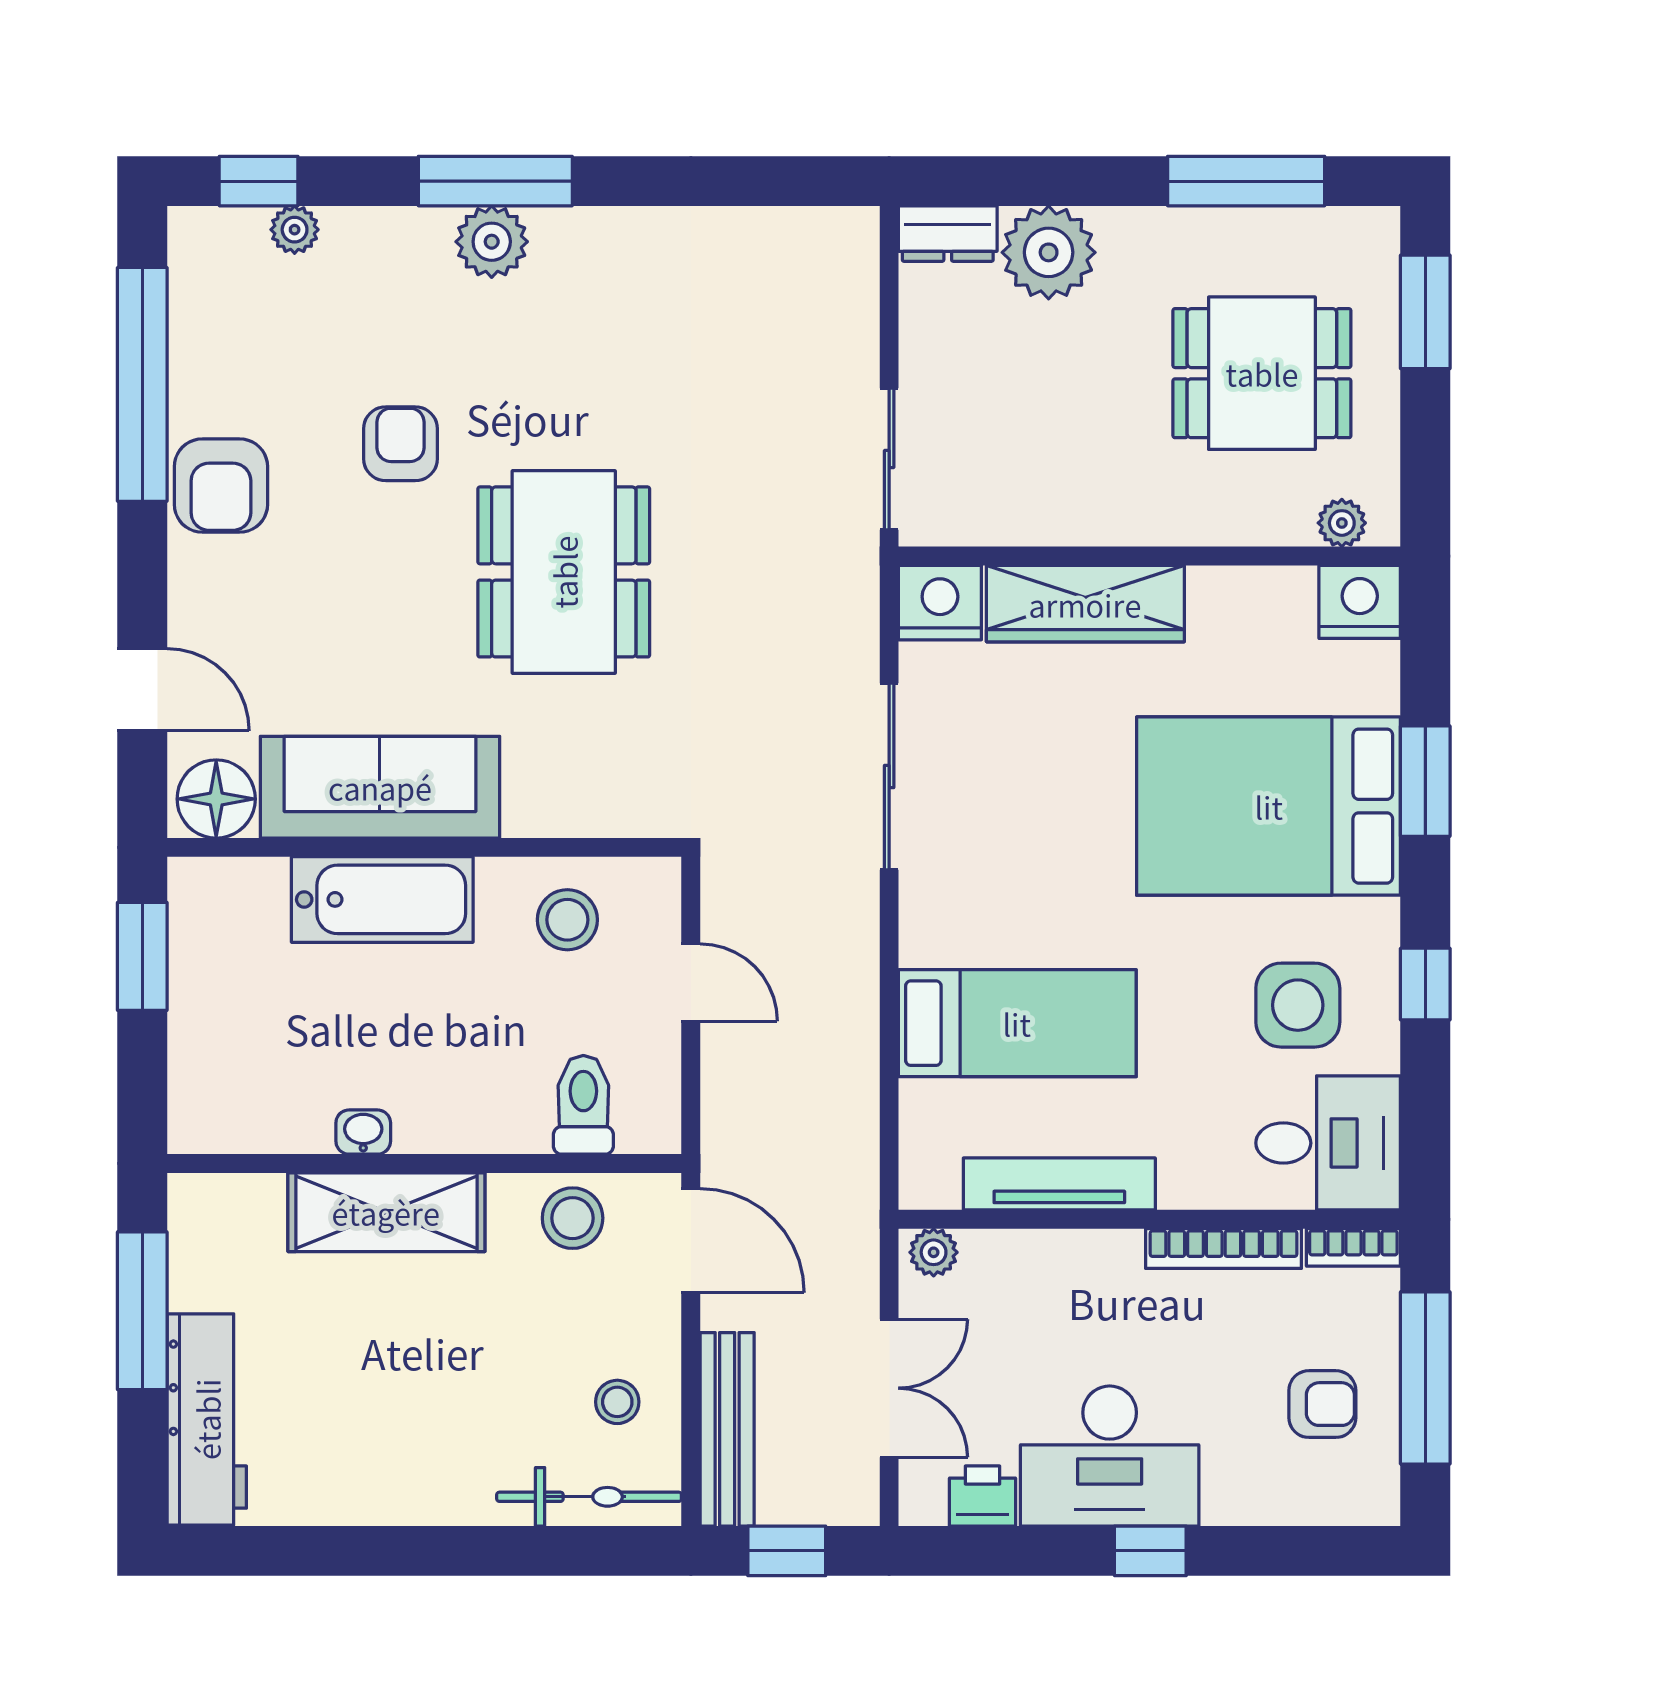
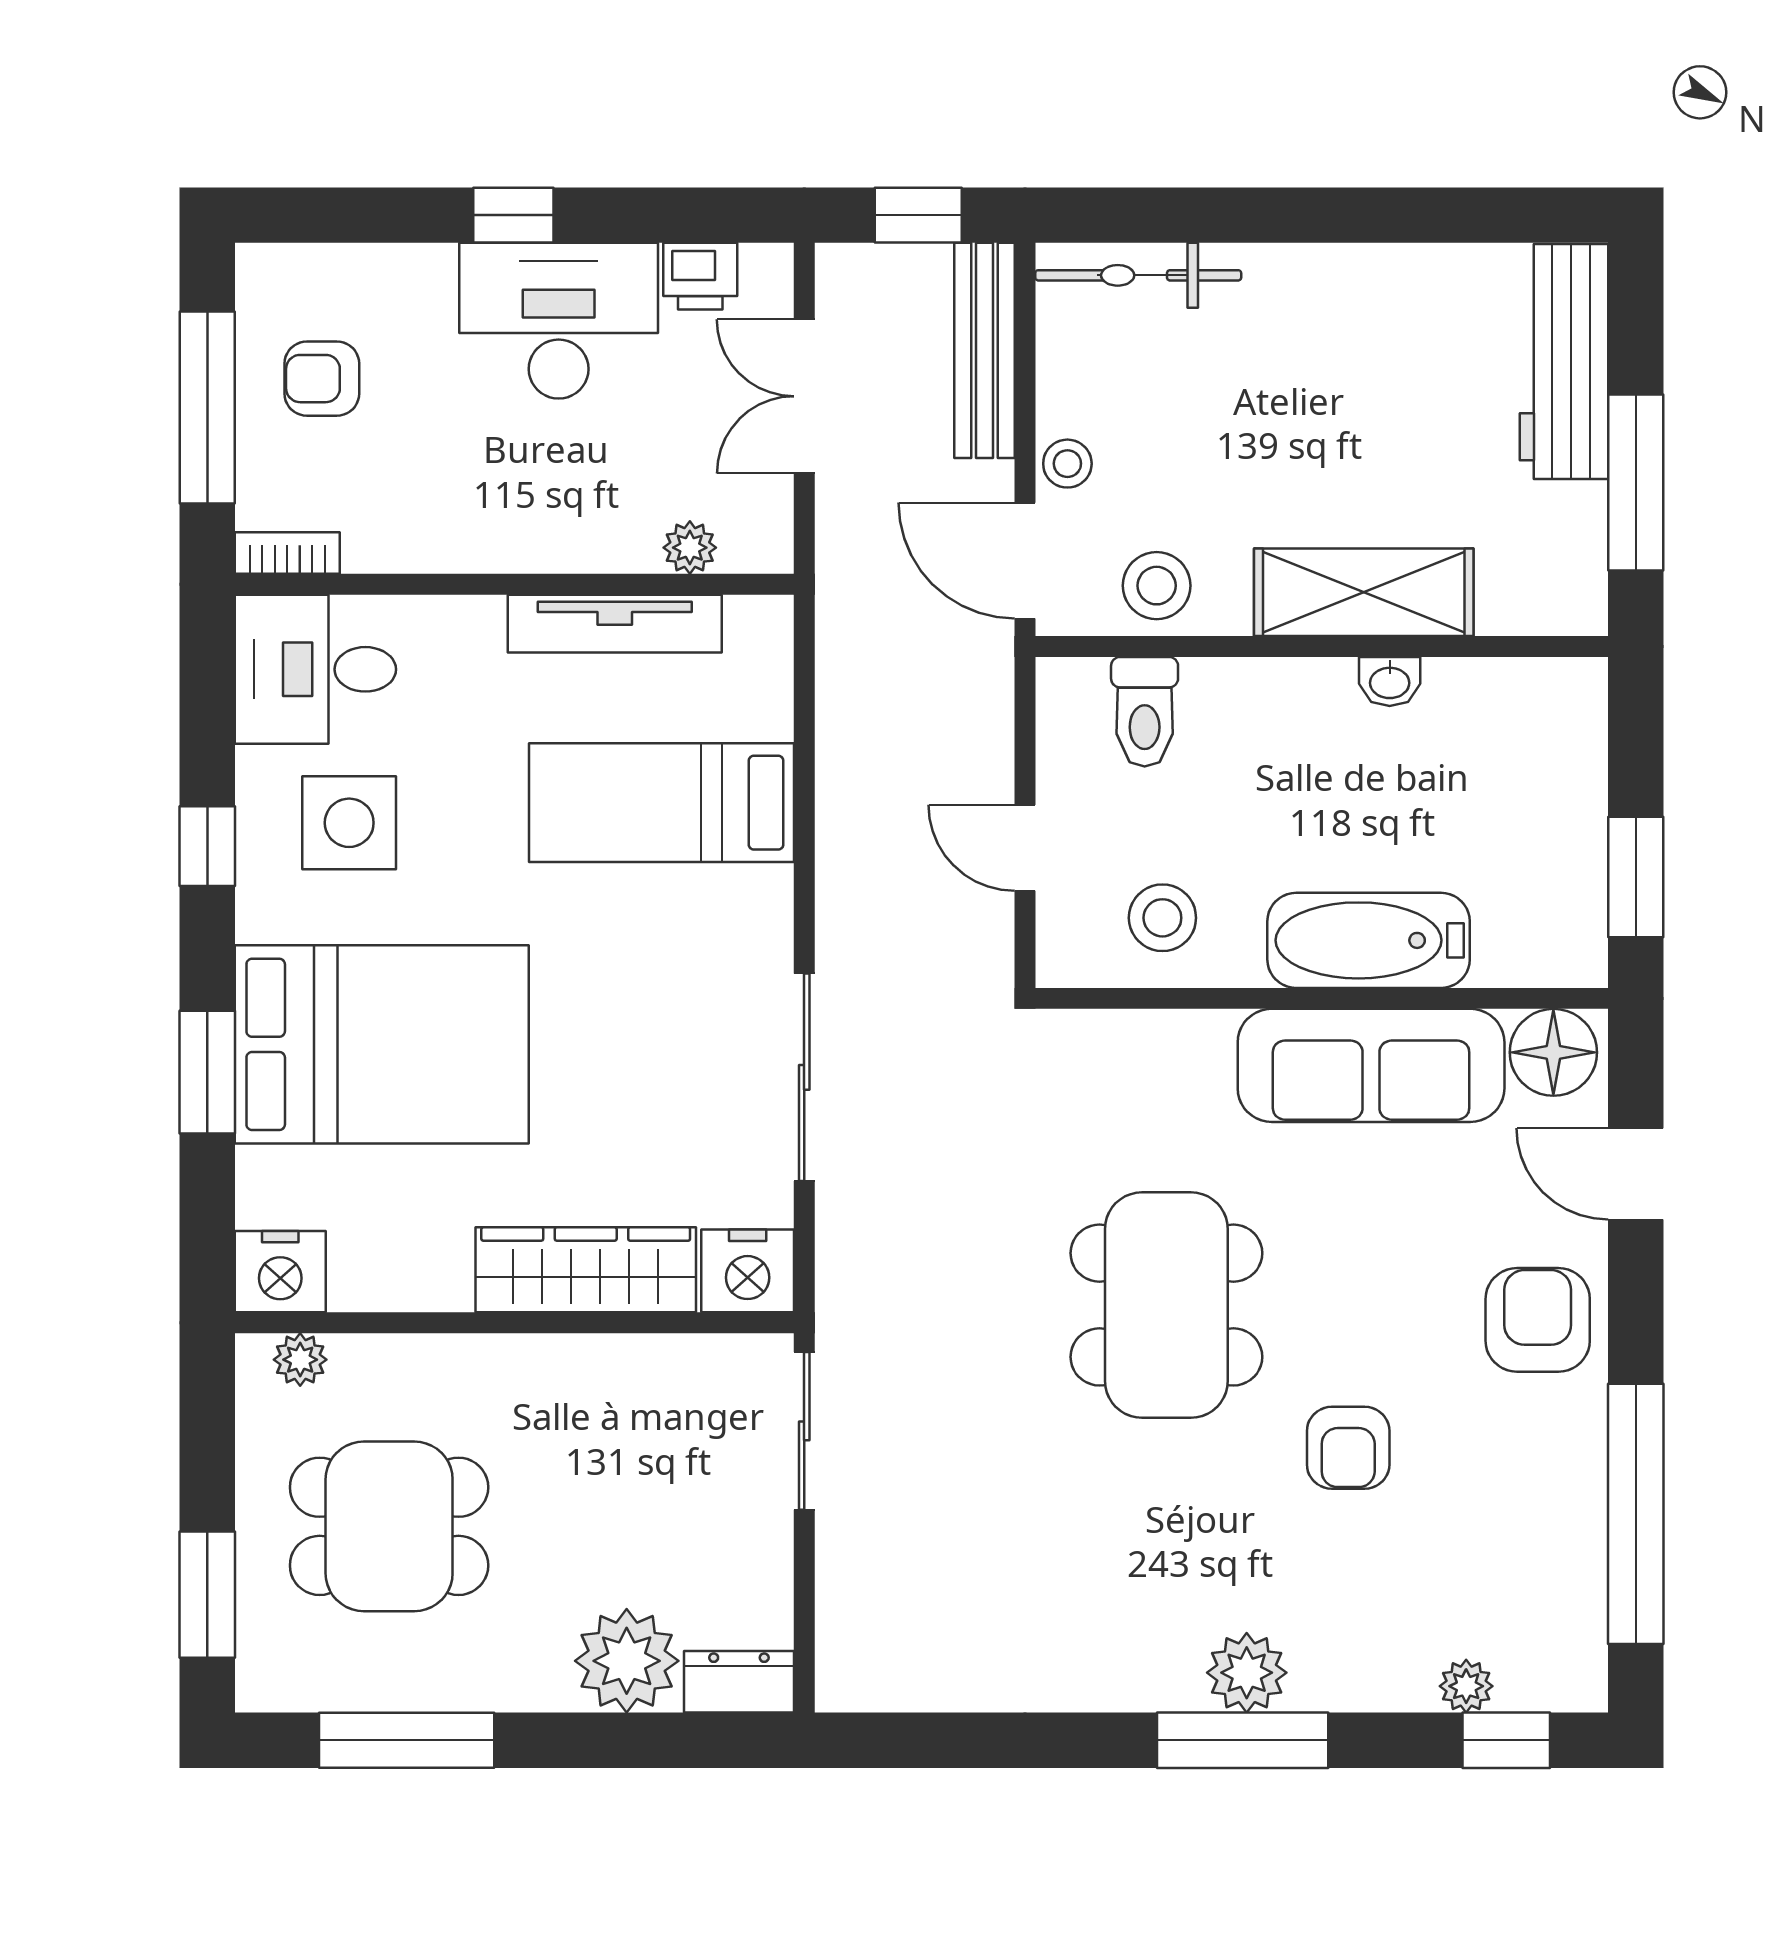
armchair: (221, 486) -> (1538, 1320), moved
bookcase: (1224, 1249) -> (432, 552), removed
plant: (934, 1252) -> (690, 548), moved
stool: (617, 1402) -> (1067, 464), moved

